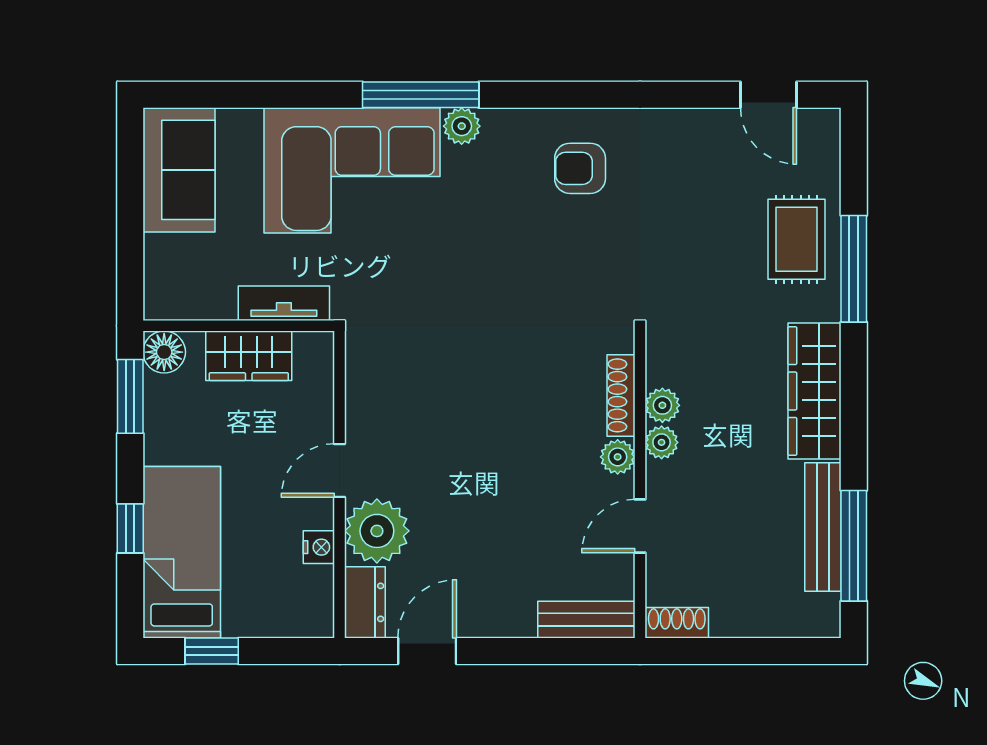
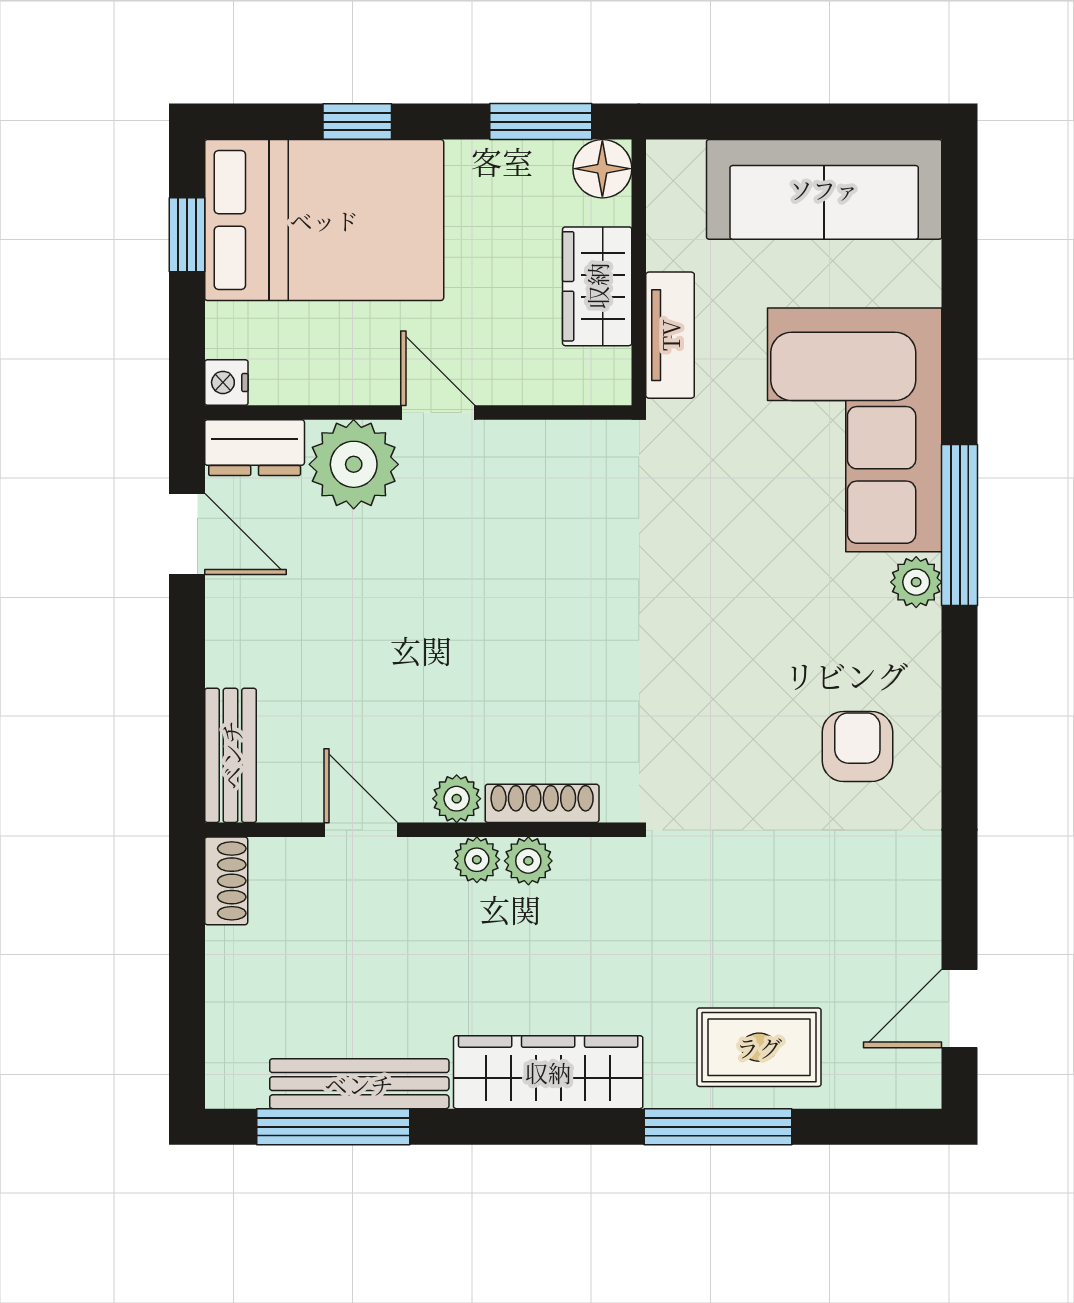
sofa: (179, 170) -> (824, 189), width x1.36
nightstand: (319, 547) -> (226, 382), moved, turned 90
bed: (182, 552) -> (324, 220), width x1.50

